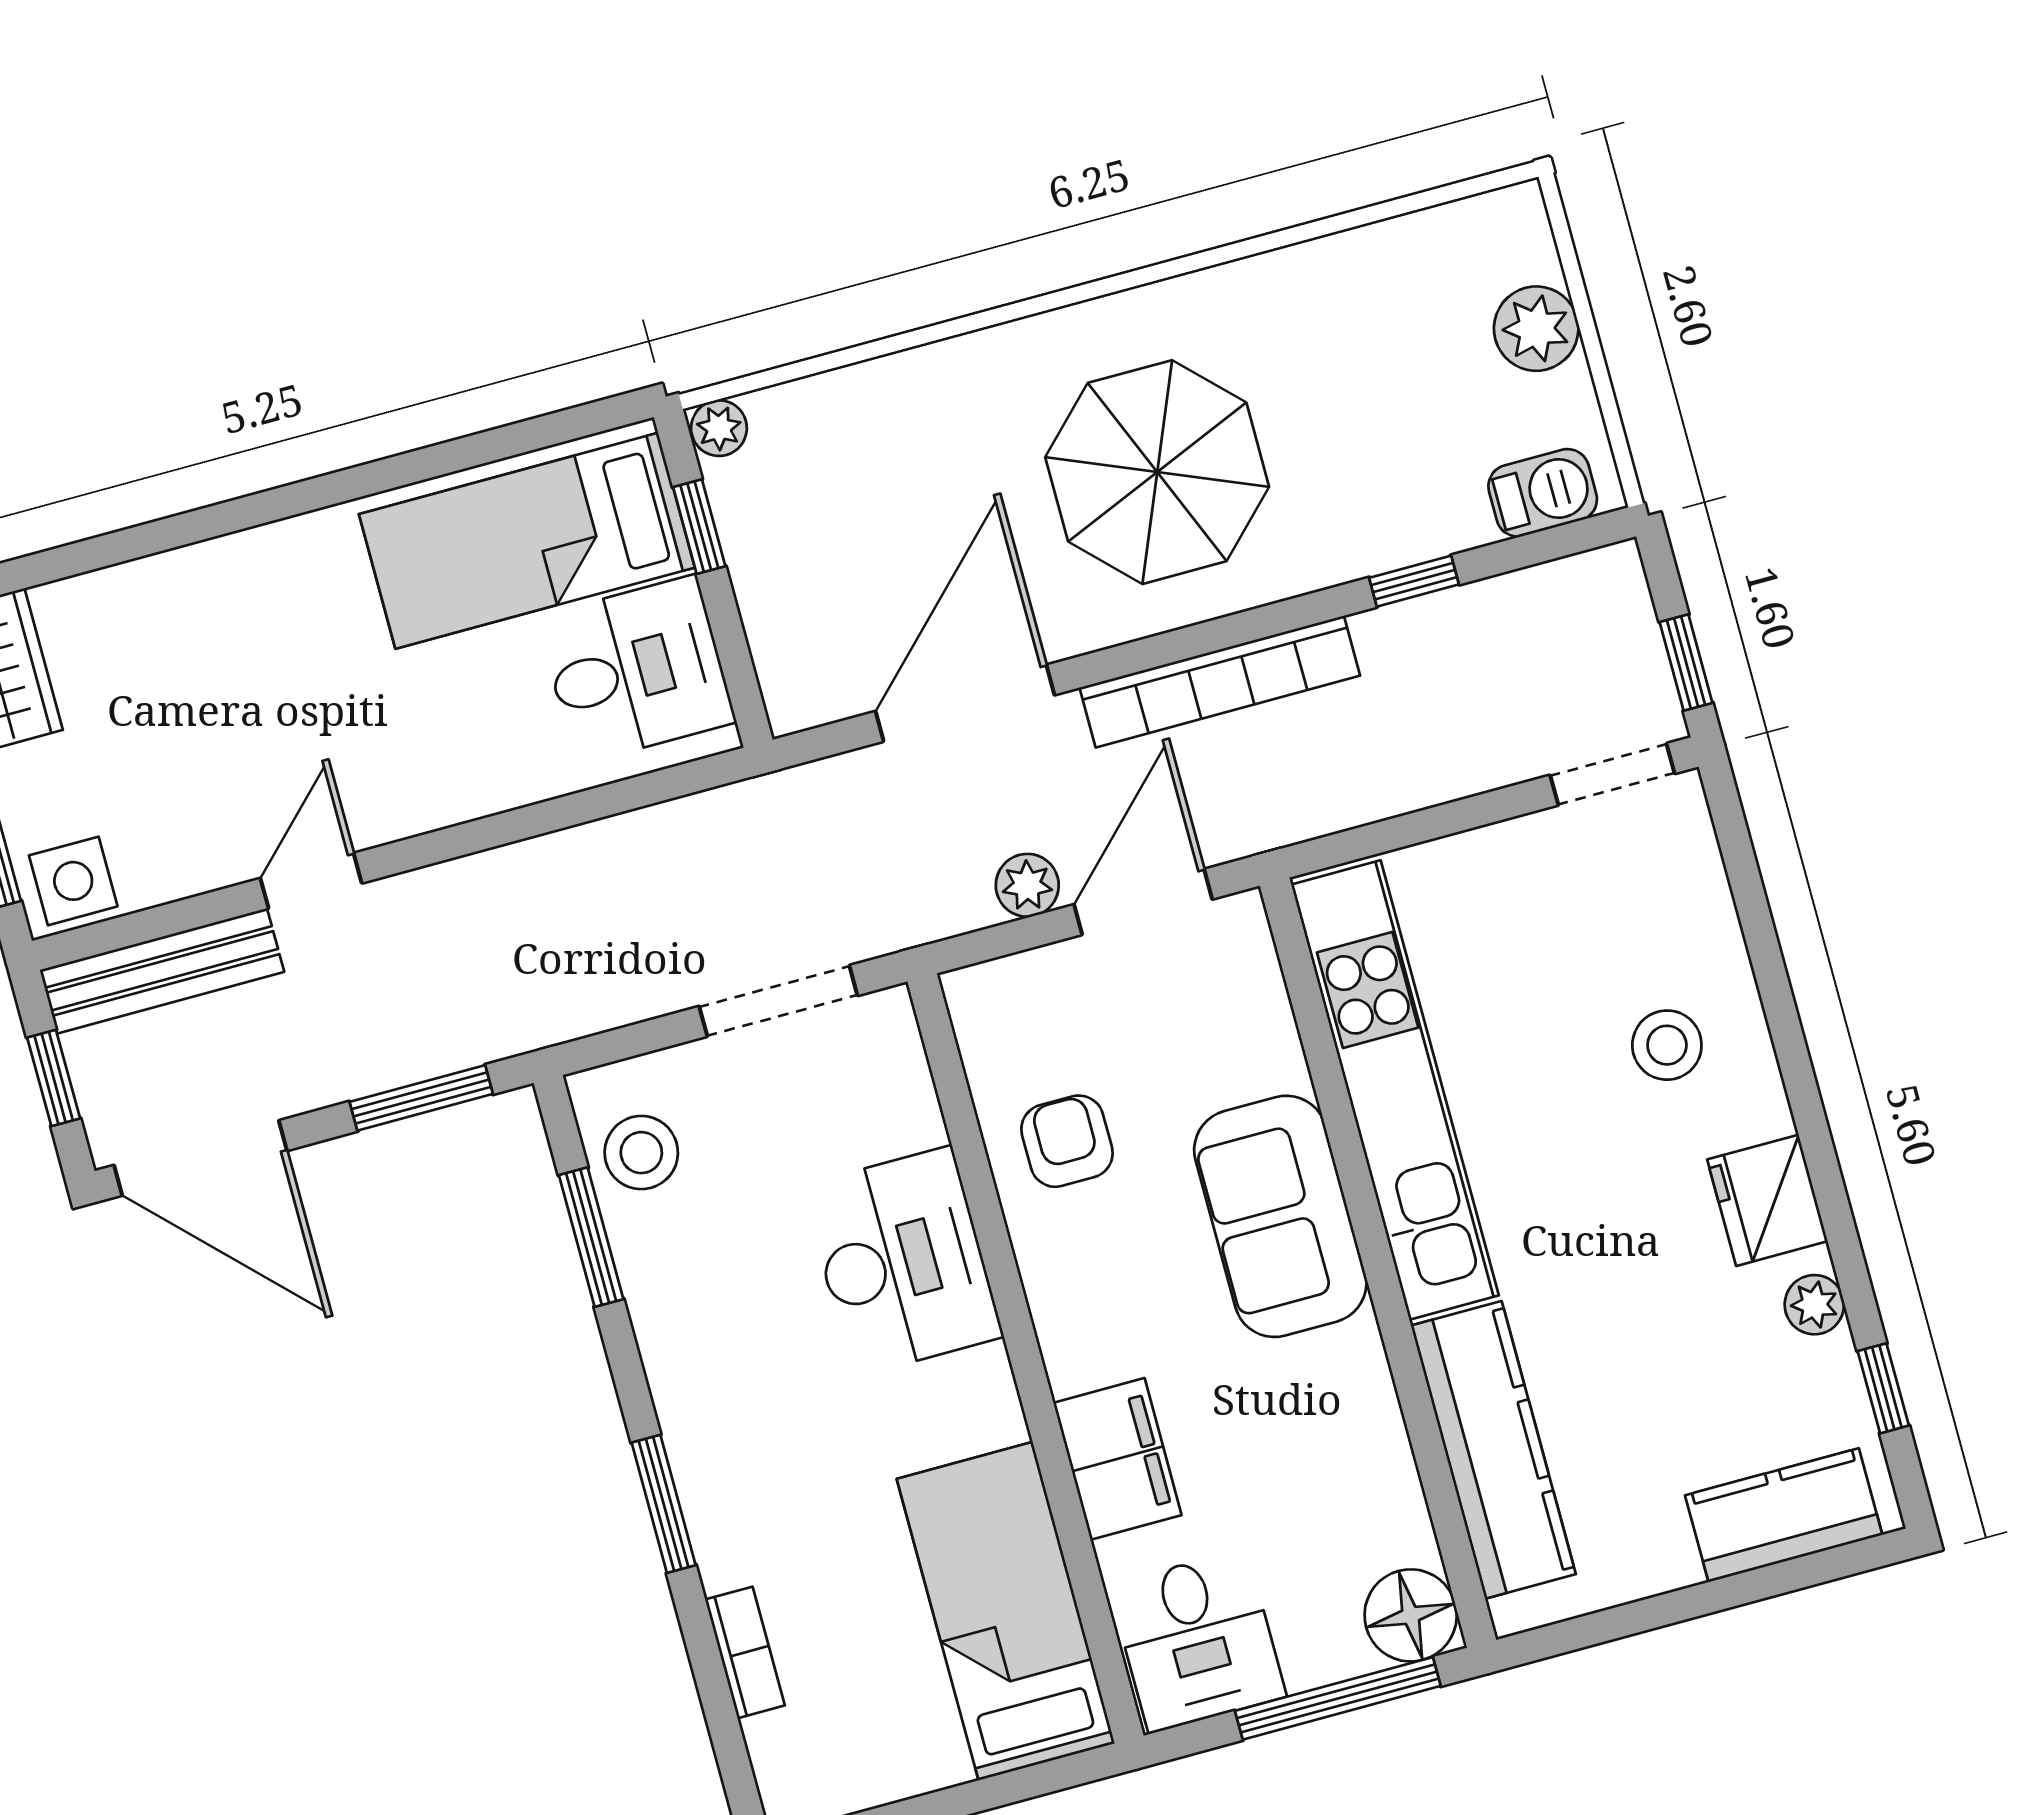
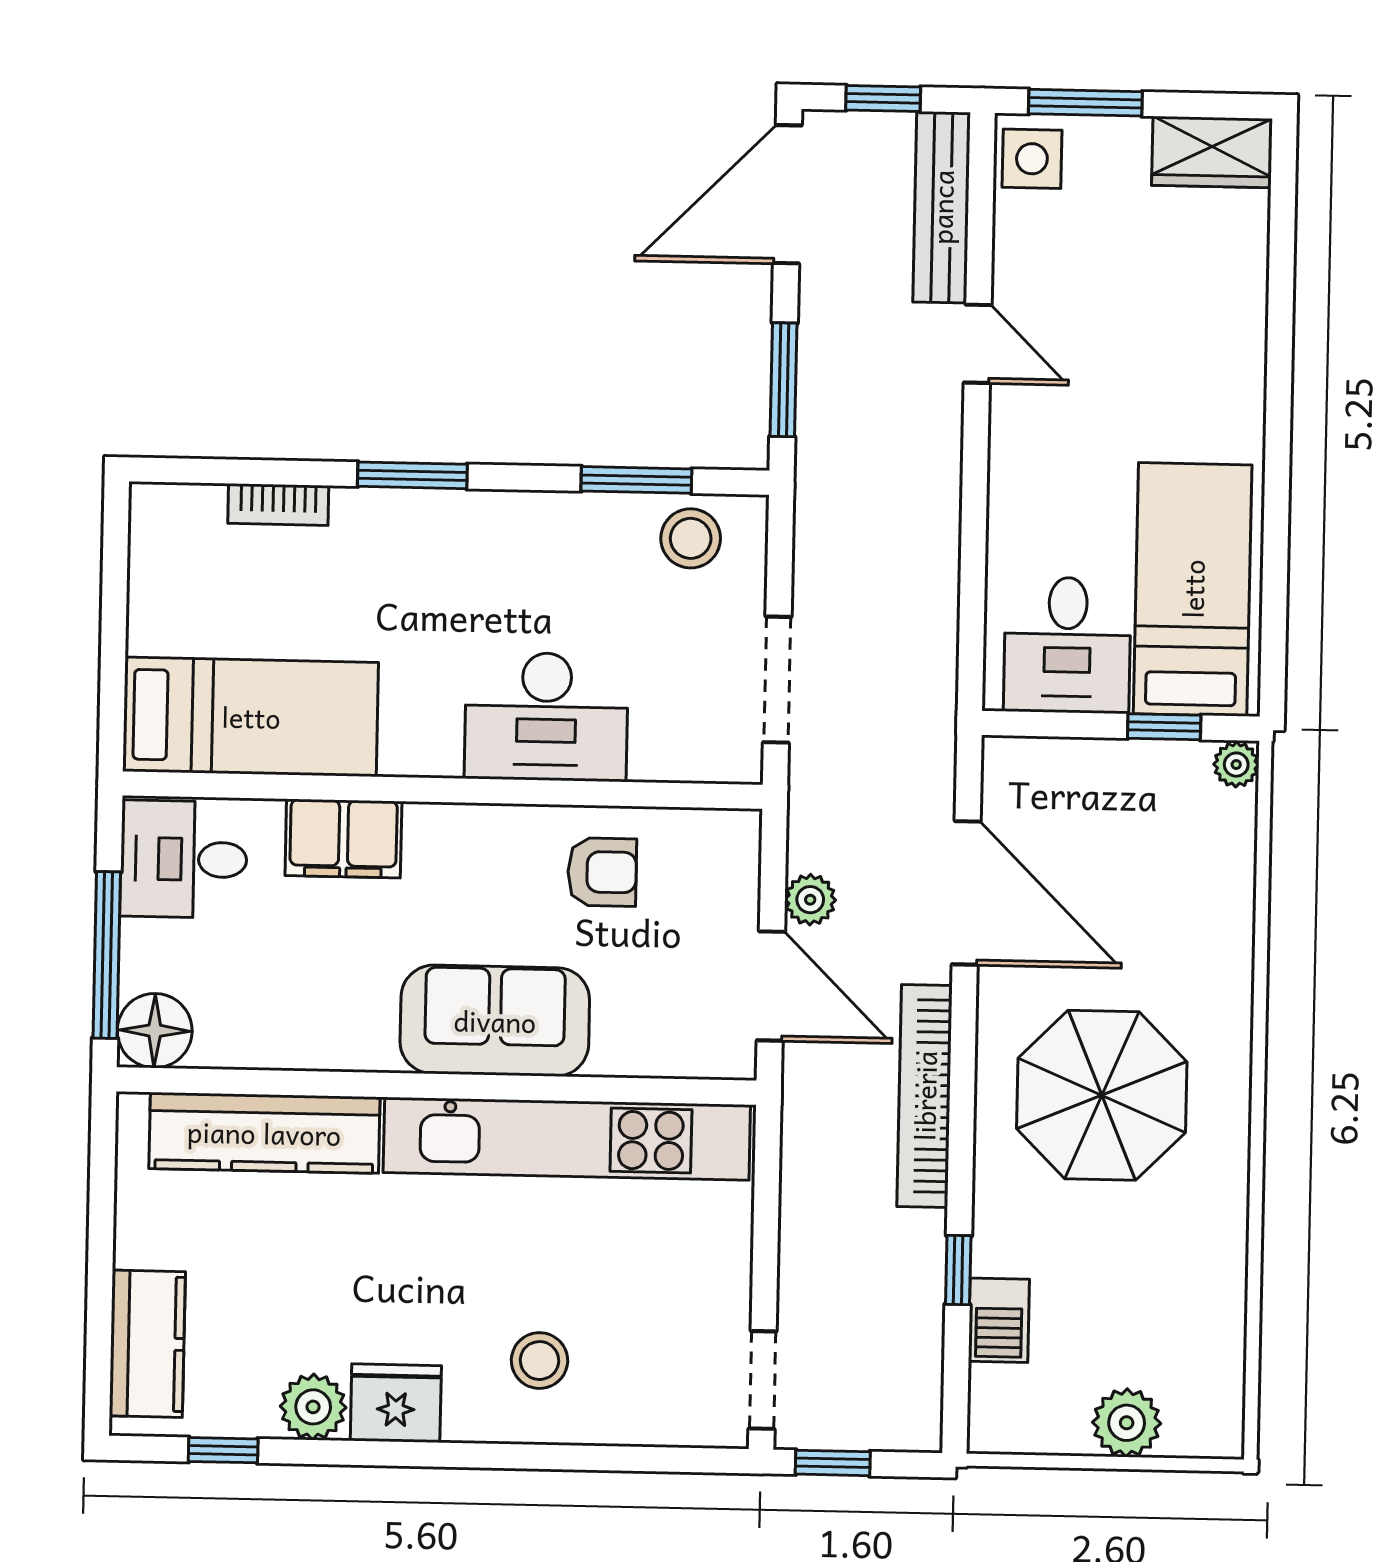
barbecue: (1543, 493) -> (999, 1320), moved
plant: (1814, 1305) -> (313, 1407), width x1.38, depth x1.38

